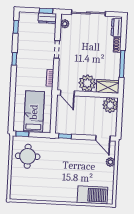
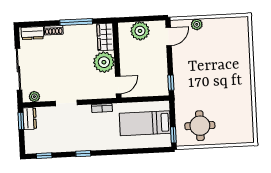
plant: (110, 105) -> (140, 31), moved
barbecue: (92, 195) -> (239, 42), removed

